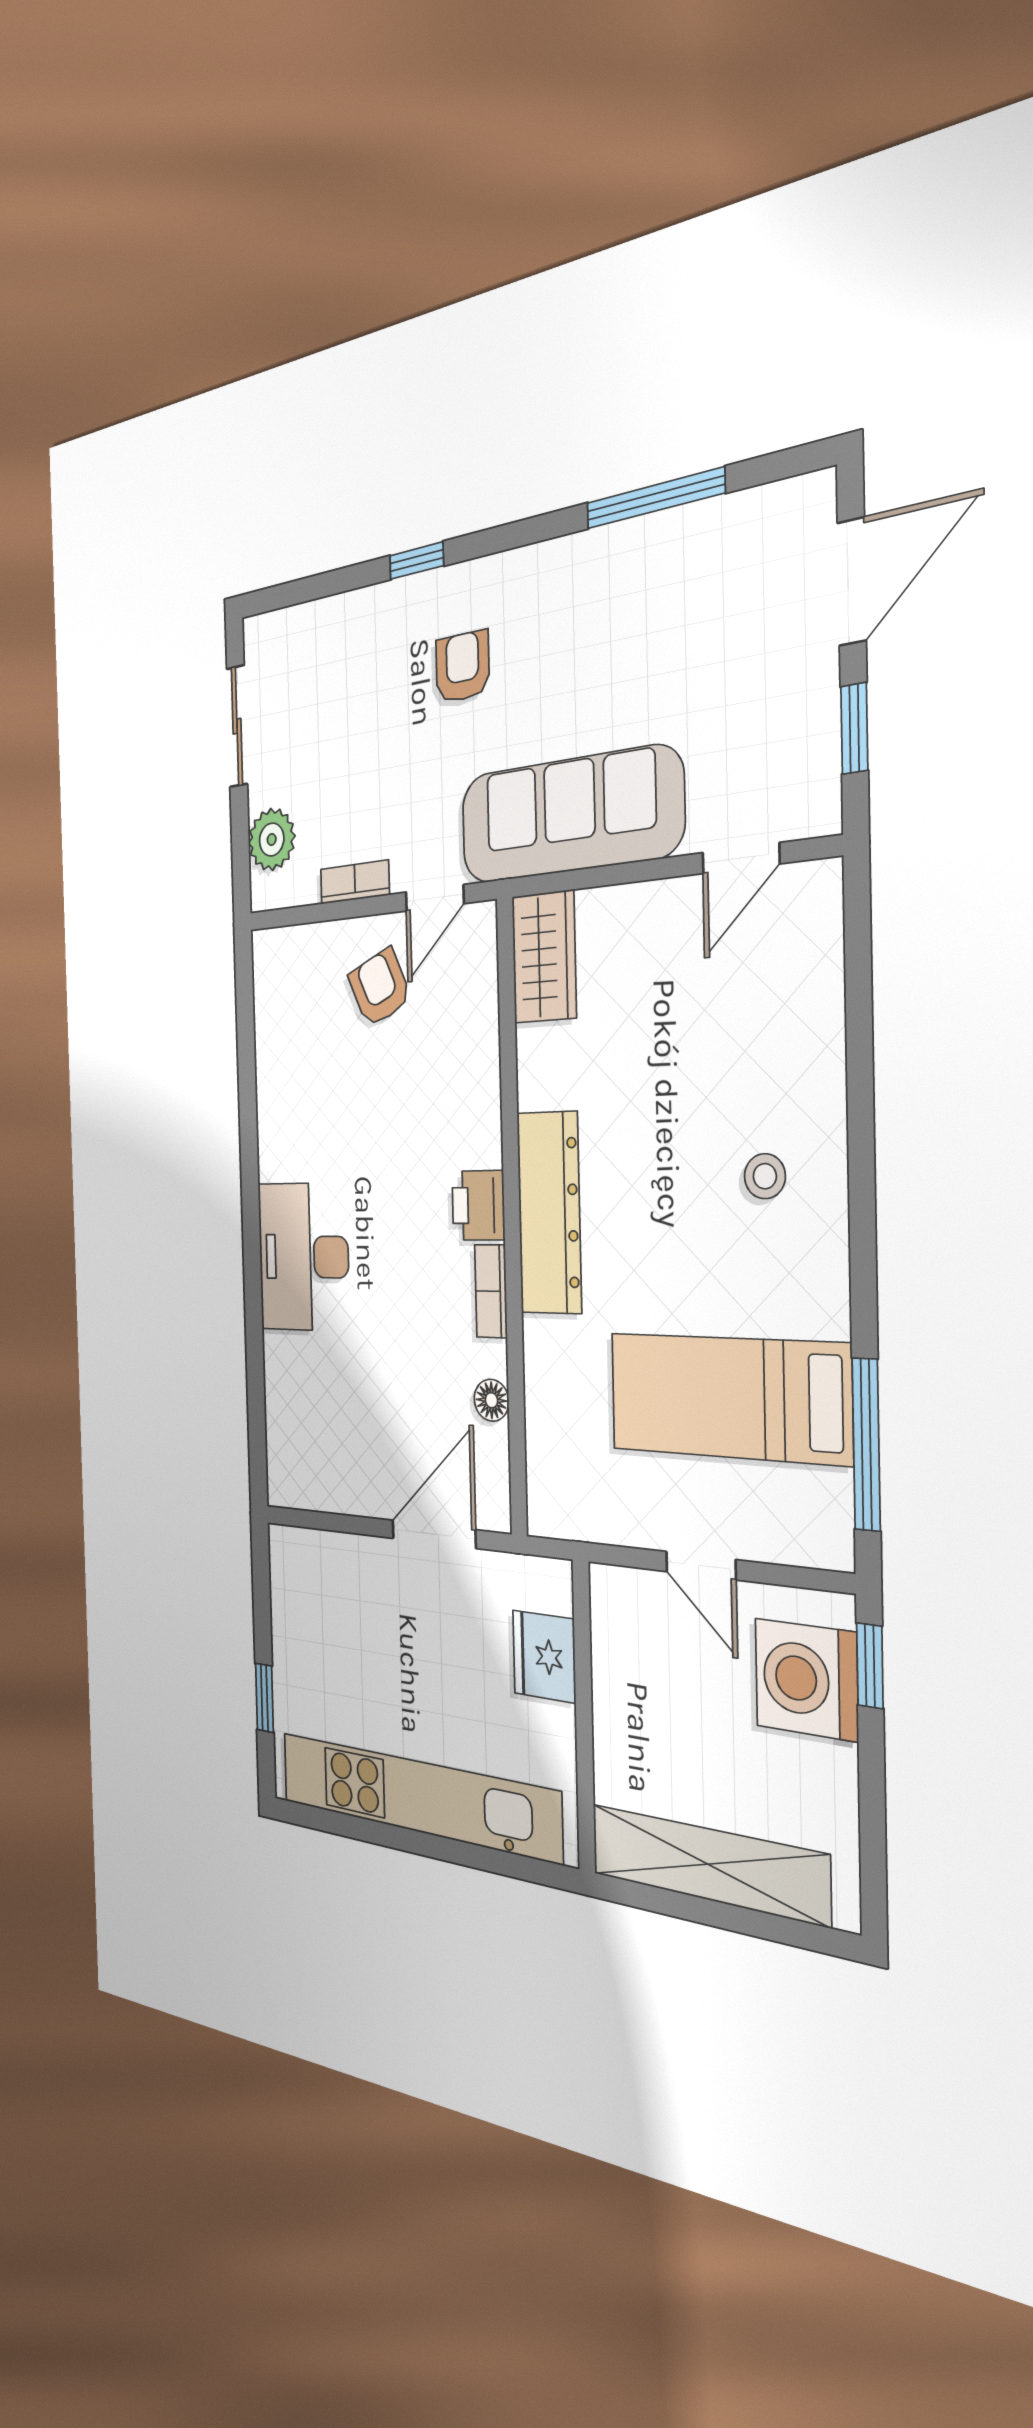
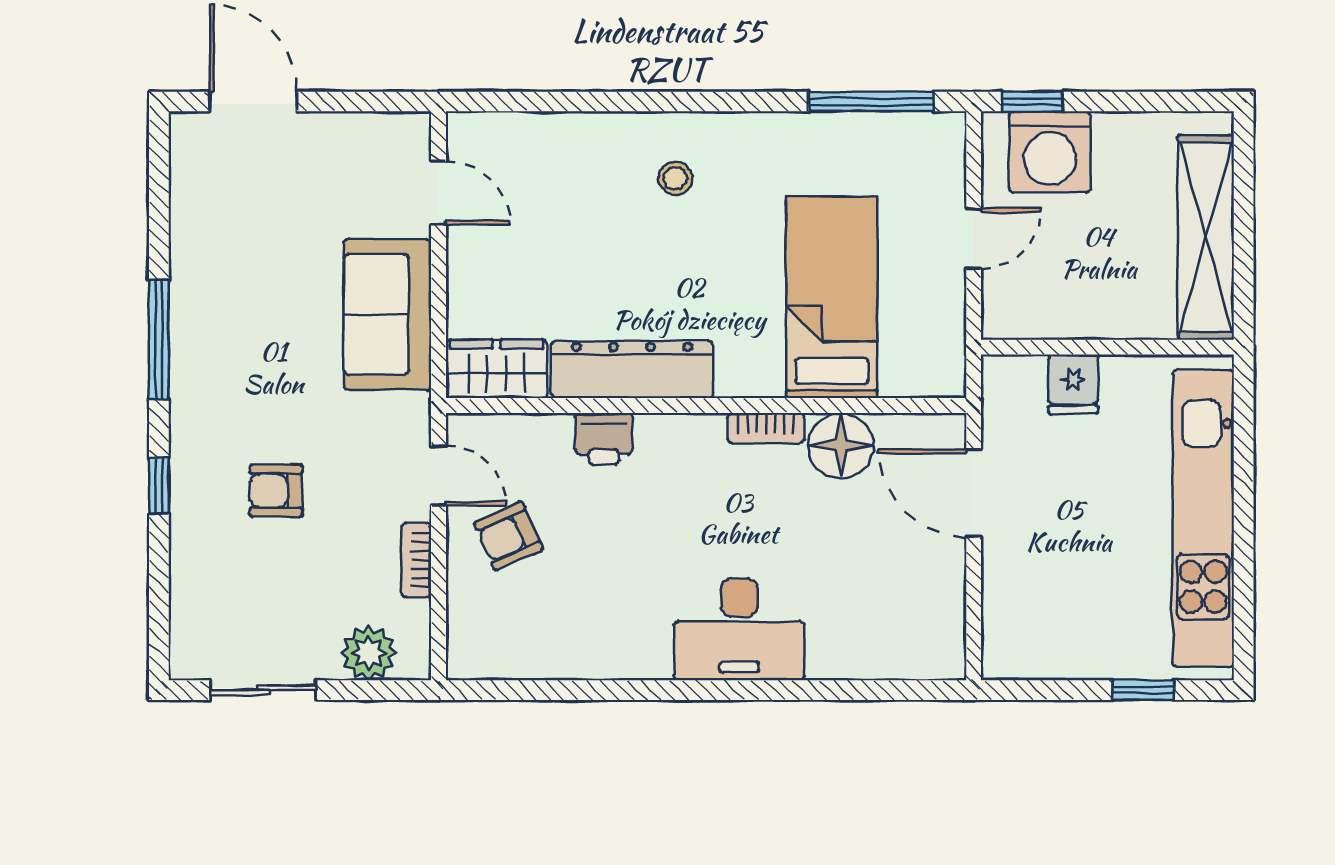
window: (655, 498) -> (159, 340), moved
armchair: (462, 667) -> (276, 491), moved
window: (854, 728) -> (357, 101), removed
sofa: (570, 815) -> (388, 314), width x0.73
printer: (478, 1205) -> (604, 439), moved
dresser: (549, 1213) -> (632, 369), moved
bed: (728, 1398) -> (832, 297), moved, turned 180
floor lamp: (491, 1400) -> (841, 446), width x1.89, depth x1.89
fridge: (544, 1656) -> (1073, 384), width x0.72

